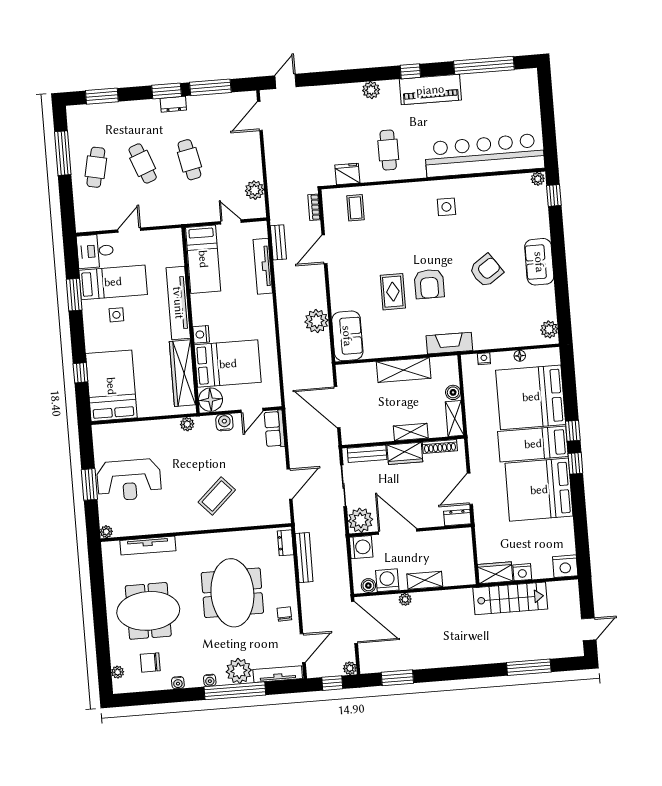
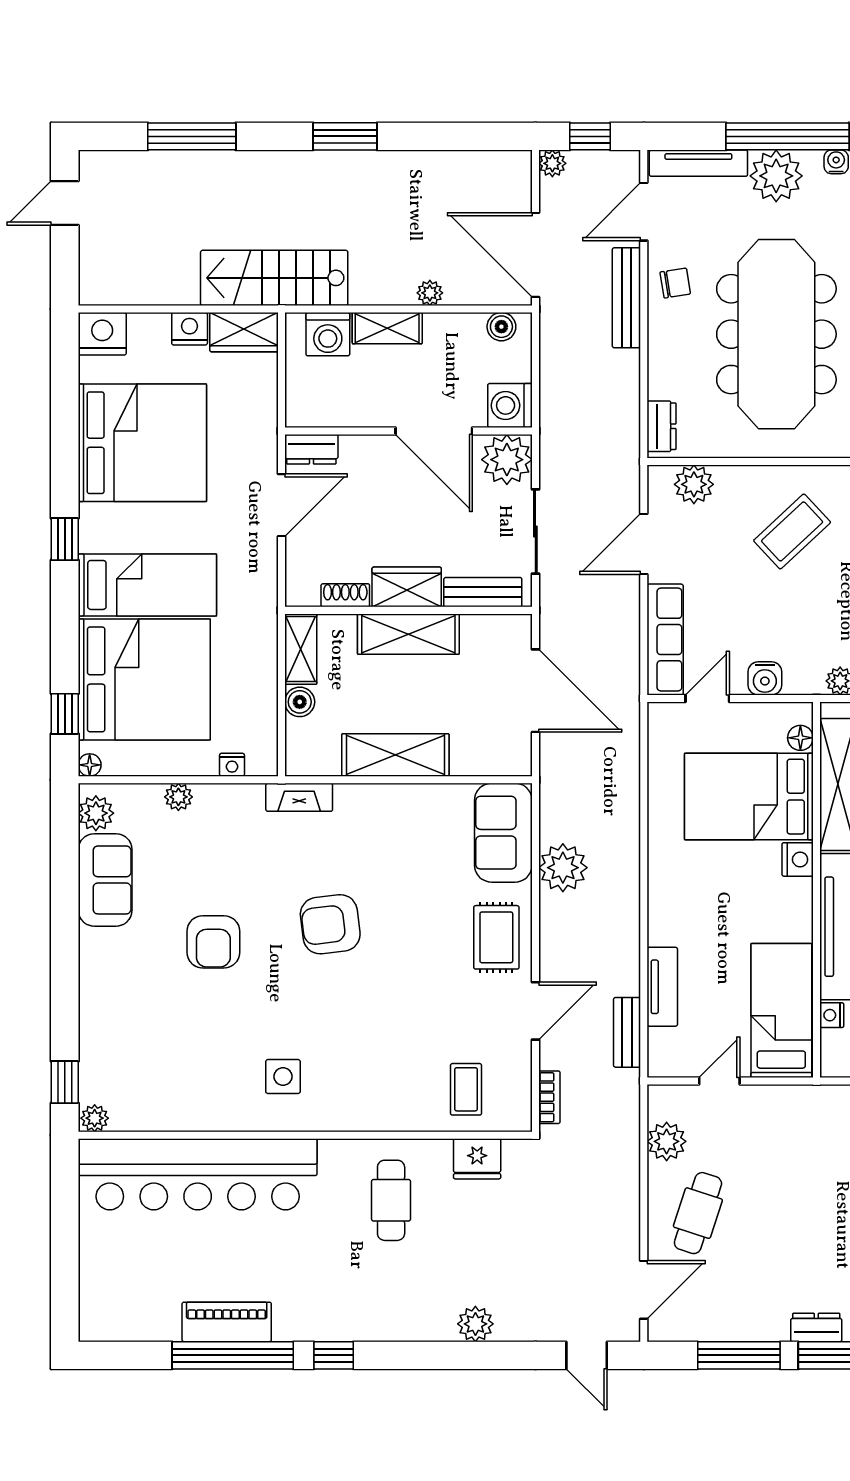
window: (484, 65) -> (233, 1355), moved
door: (286, 81) -> (587, 1355), hinge flipped
plant: (371, 90) -> (475, 1324), moved
piano: (430, 90) -> (227, 1322), moved, width x0.73, depth x0.75
cafe table: (189, 160) -> (698, 1213), moved, turned 30
door: (231, 222) -> (719, 1081), swing flipped
nightstand: (178, 259) -> (832, 1015), added
sofa: (539, 262) -> (105, 880), moved
tv unit: (263, 266) -> (662, 987), width x0.71
armchair: (486, 271) -> (213, 942), turned -55
armchair: (429, 284) -> (330, 924), turned -97
rug: (393, 292) -> (496, 937), moved
plant: (509, 341) -> (178, 797), added
fireplace: (449, 343) -> (299, 797), width x0.73, depth x0.76
floor lamp: (520, 356) -> (90, 765), moved
floor lamp: (211, 400) -> (800, 738), width x0.53, depth x0.53
row of seats: (274, 429) -> (665, 640), width x1.48
window: (573, 431) -> (65, 714), moved
shelving: (411, 432) -> (408, 634), width x1.50, depth x1.33
shoe rack: (440, 446) -> (345, 595), width x0.70
bed: (539, 490) -> (142, 443), moved
plant: (267, 515) -> (694, 484), added
bench: (304, 558) -> (626, 298), moved
washing machine: (387, 580) -> (328, 334), moved
meeting table: (232, 593) -> (776, 334), width x1.36
stairs: (510, 598) -> (274, 278), moved
chair: (284, 614) -> (675, 283), turned -97
window: (397, 678) -> (345, 136), moved

